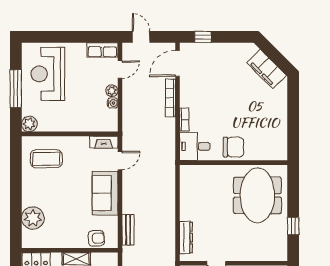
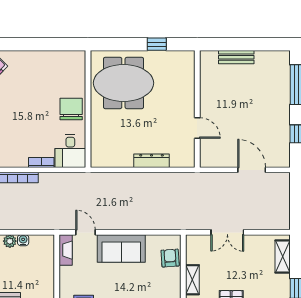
bench: (128, 230) -> (161, 224), removed
dresser: (186, 237) -> (152, 161), moved

